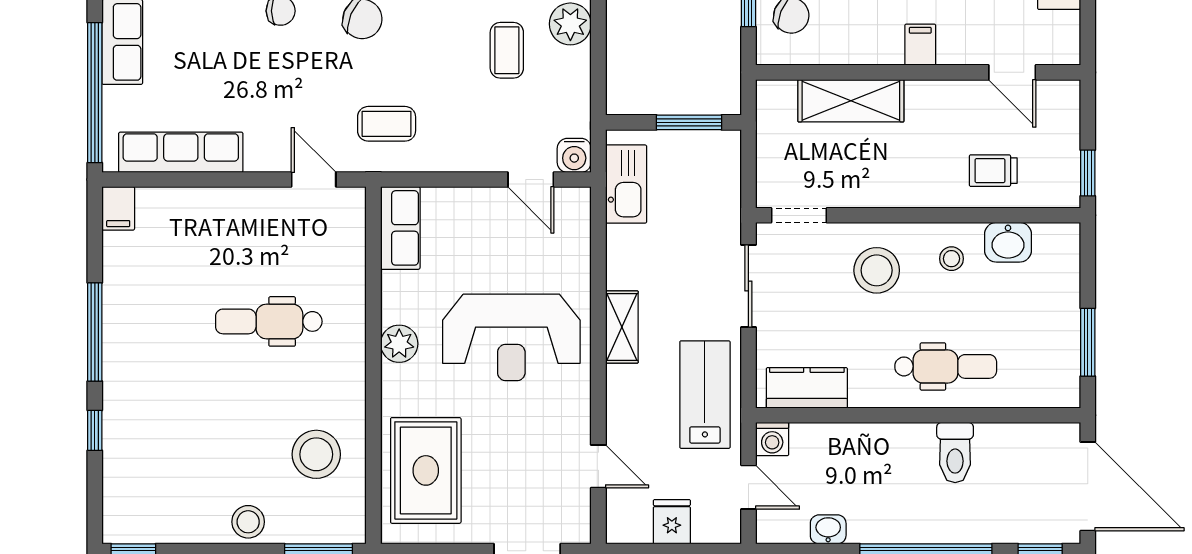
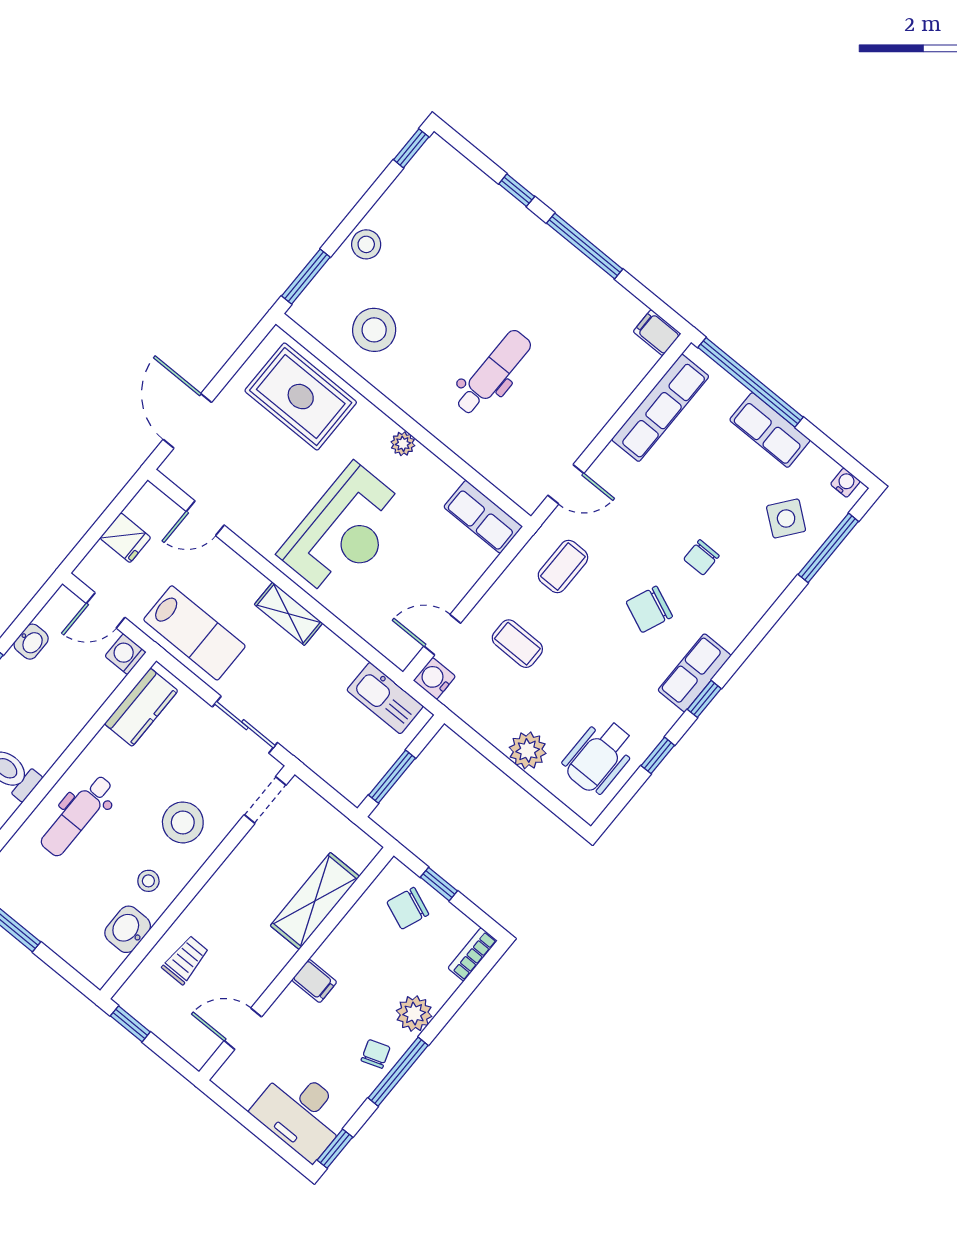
coffee table: (507, 50) -> (517, 644), moved
reception desk: (511, 337) -> (344, 531), turned 180
plant: (399, 344) -> (403, 444), width x0.73, depth x0.73

